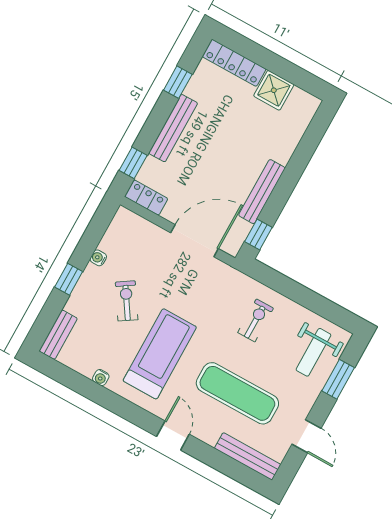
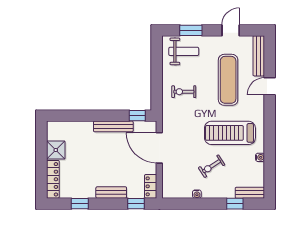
bench: (173, 128) -> (111, 192), width x0.73
window: (69, 279) -> (235, 204), moved
door: (173, 435) -> (270, 86), moved

